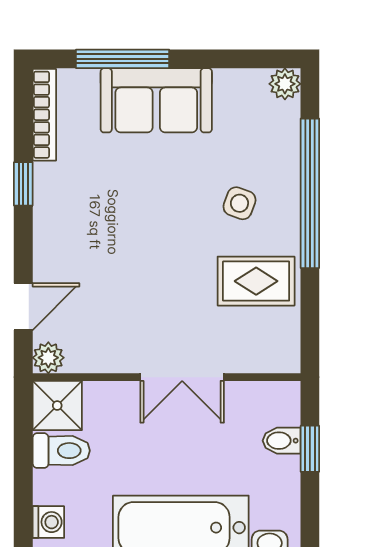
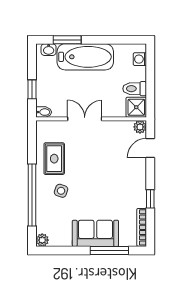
rug: (256, 281) -> (54, 159), turned 90
bidet: (282, 441) -> (44, 112), moved

